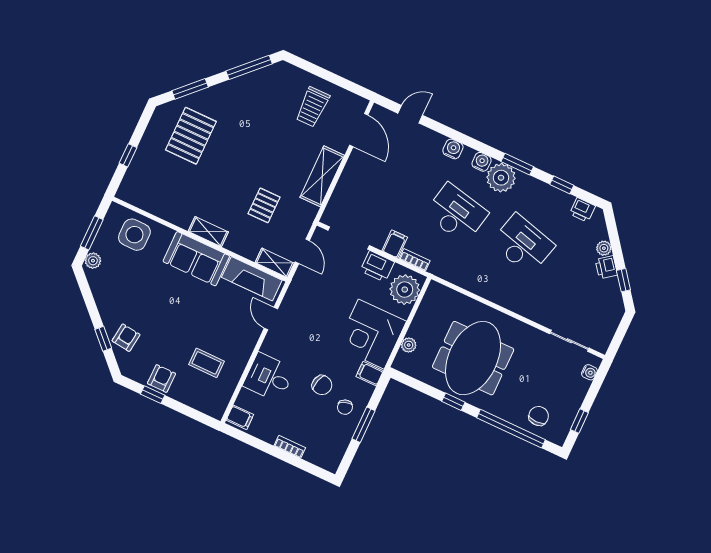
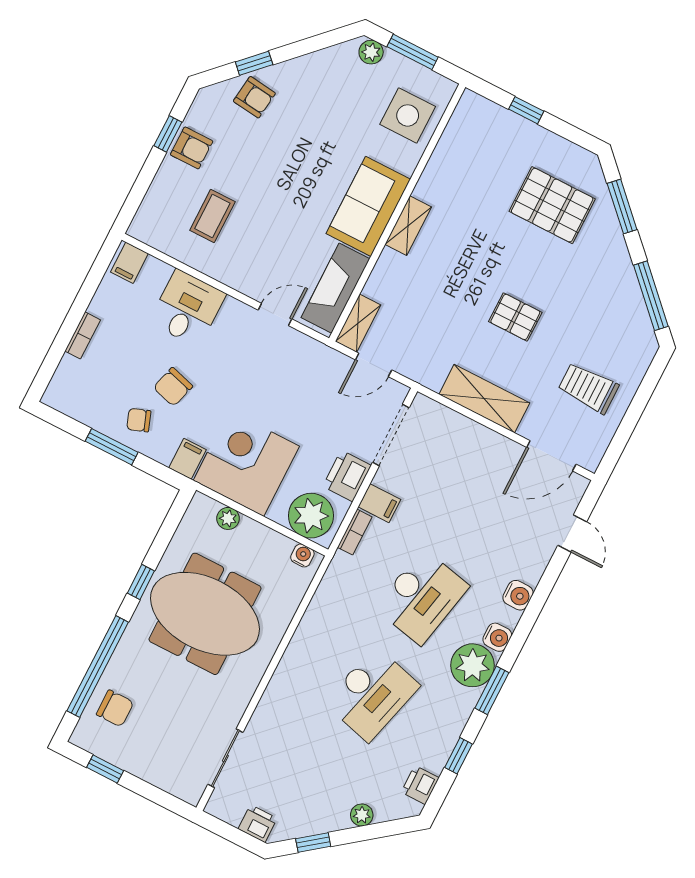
pallet: (264, 205) -> (515, 317), moved
printer: (606, 267) -> (258, 824), moved, turned 38
water cooler: (589, 372) -> (302, 555), moved, turned 180

